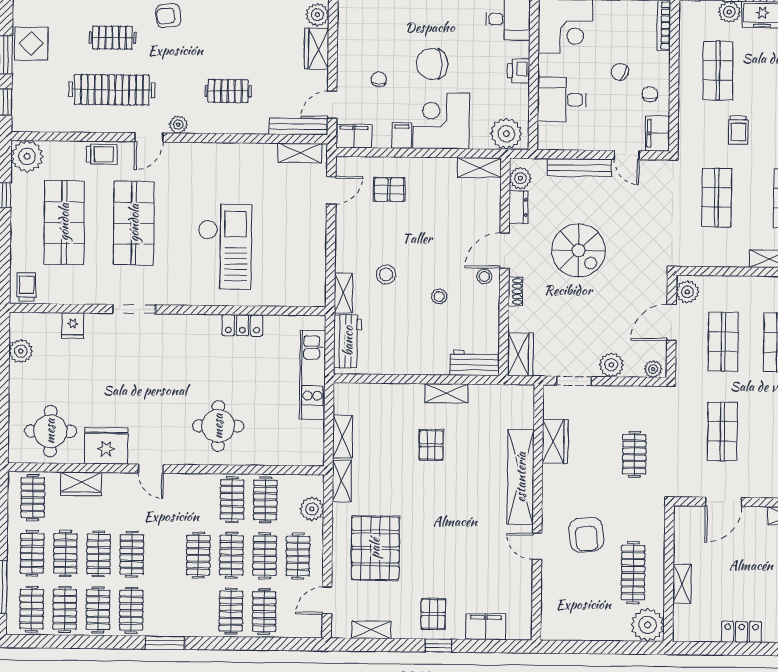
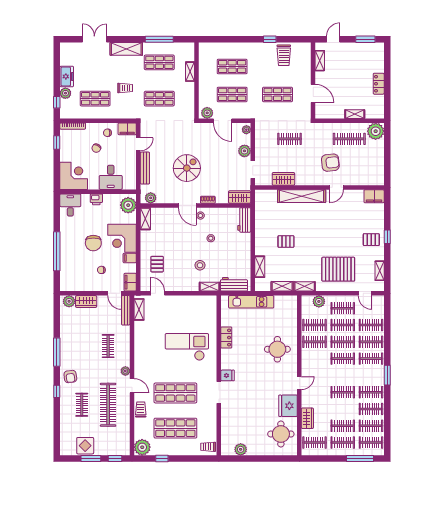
dresser: (519, 207) -> (165, 199), removed
fridge: (73, 326) -> (227, 375), moved
shelving: (446, 393) -> (260, 267), moved
clothes rail: (99, 554) -> (371, 359), moved
filing cabinet: (486, 627) -> (374, 196), moved, turned -90

